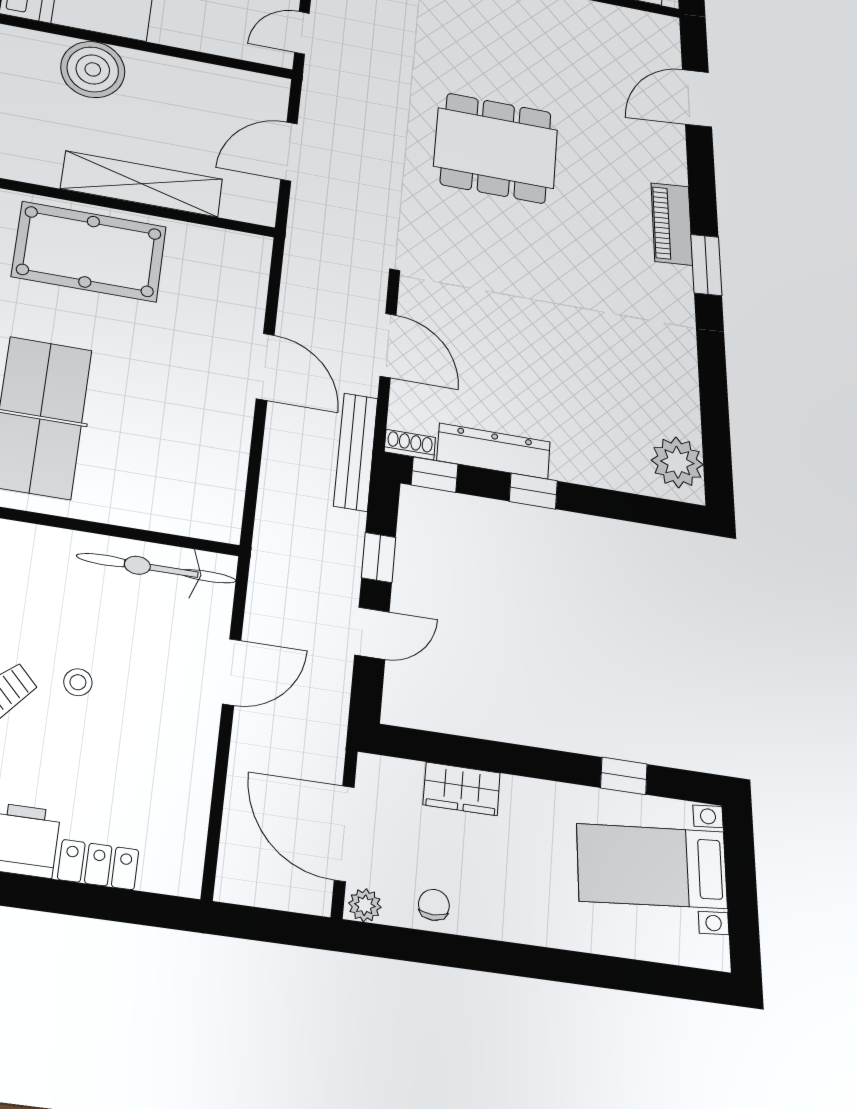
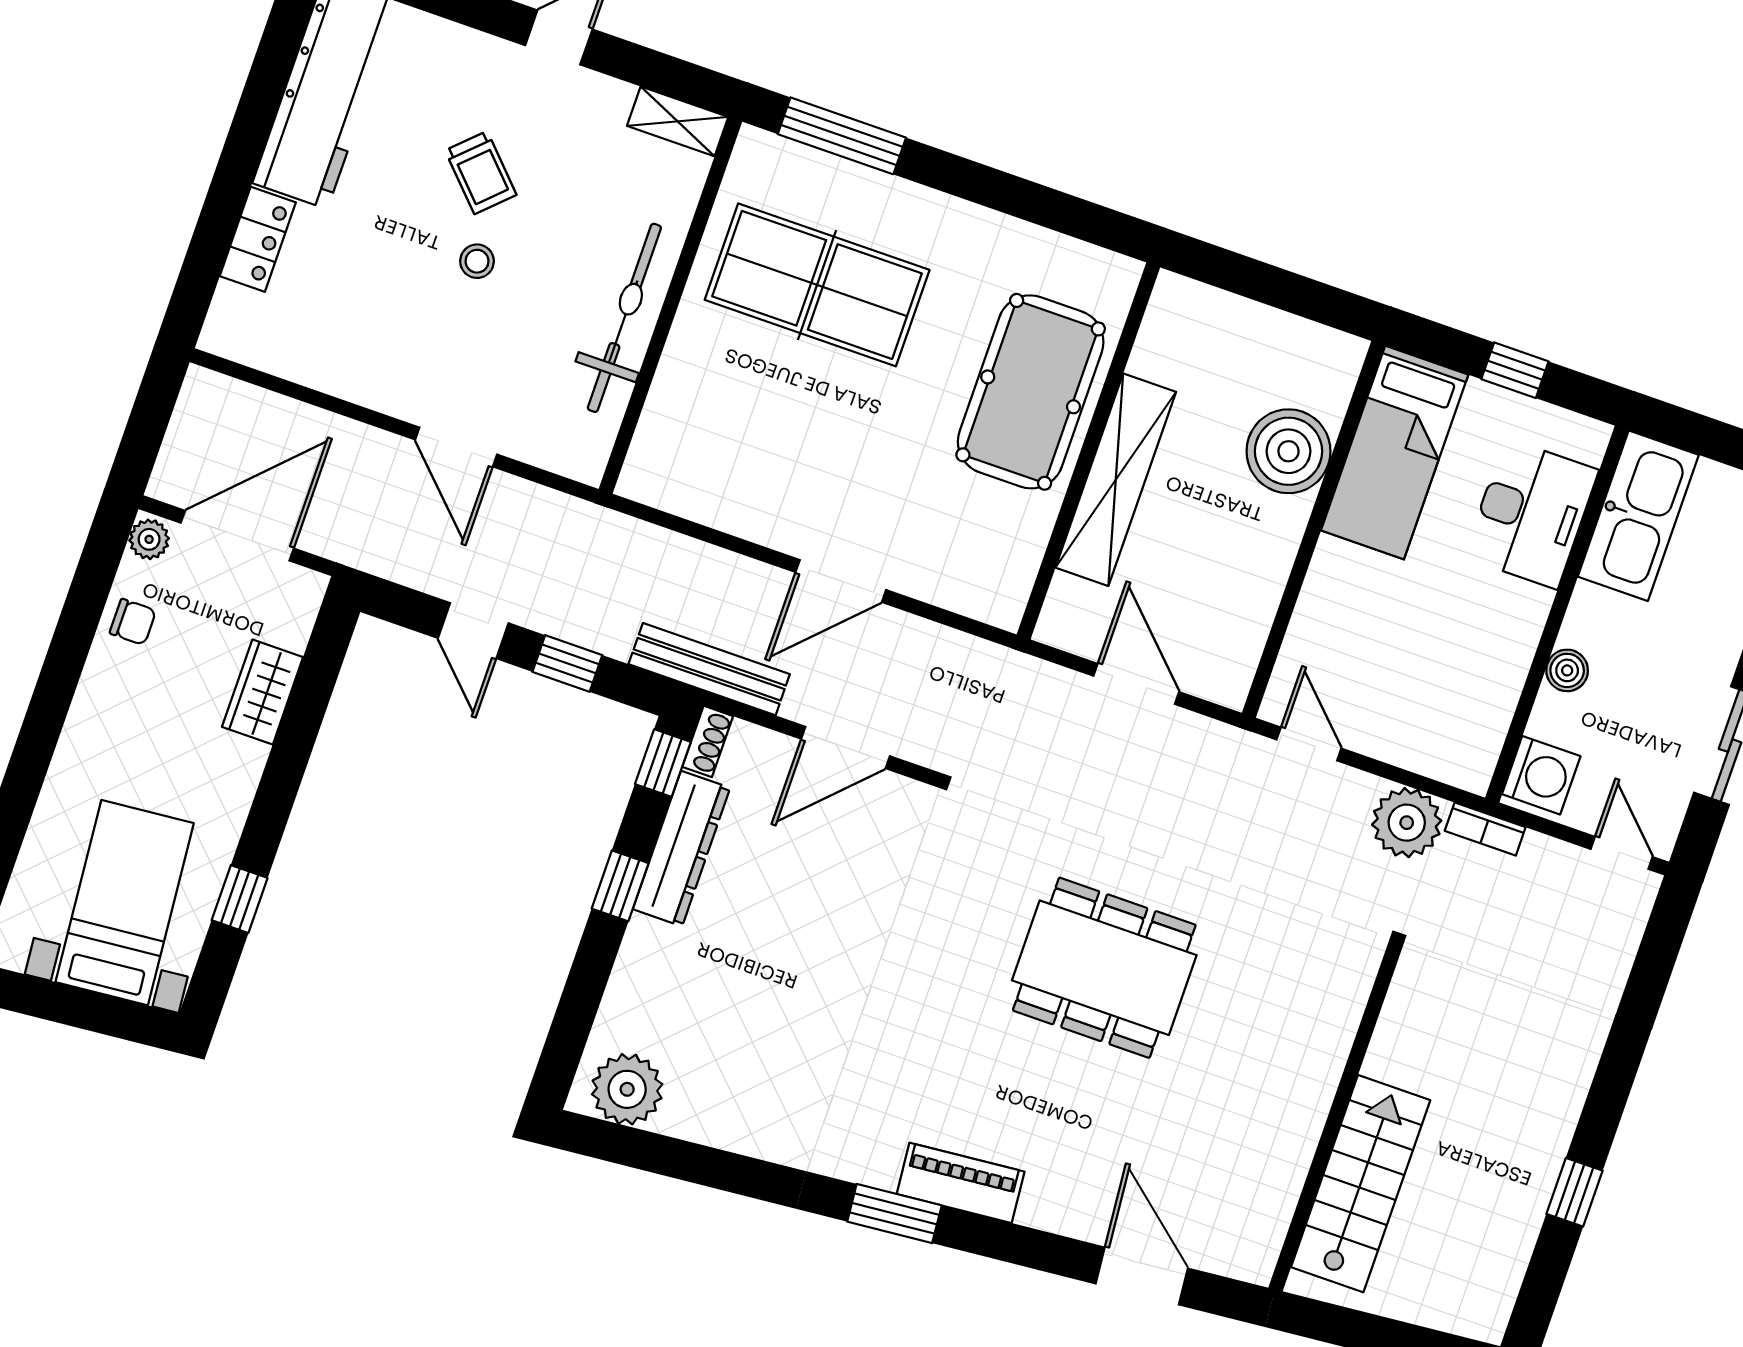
dining table: (496, 148) -> (1104, 968), turned 90
bicycle: (156, 568) -> (624, 318), moved

